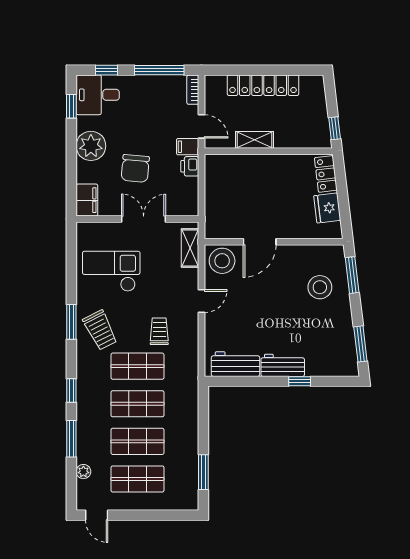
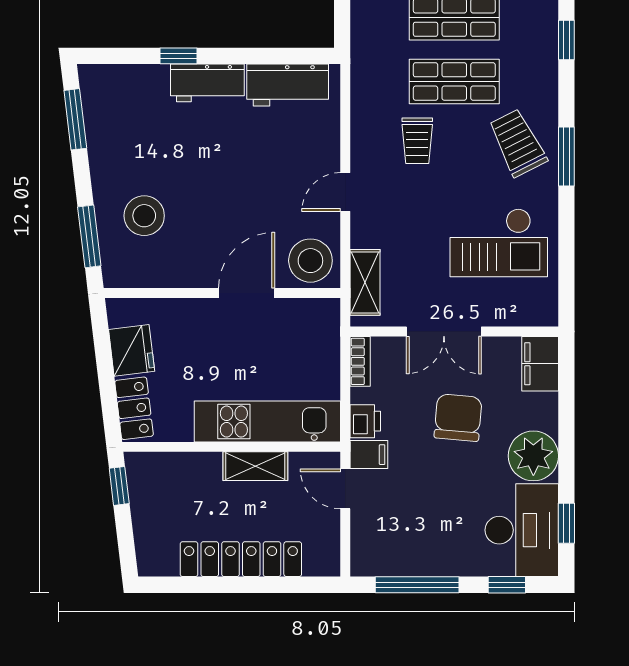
bookcase: (193, 90) -> (360, 361), moved
desk: (98, 95) -> (522, 530), width x1.37
kitchen unit: (247, 166) -> (267, 422), added

